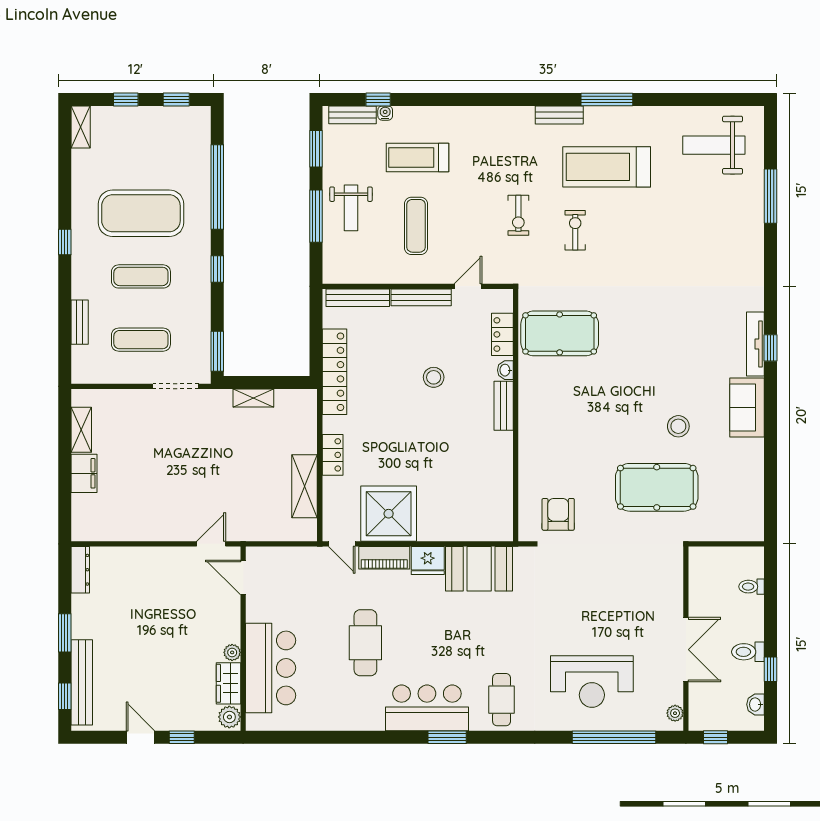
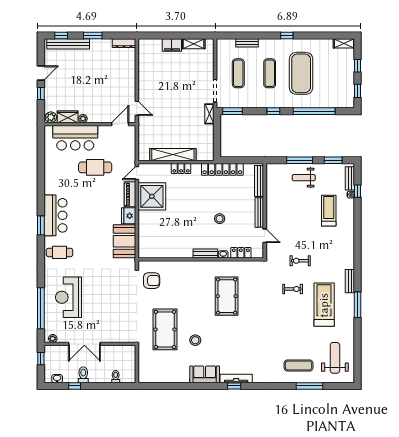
exercise mat: (416, 226) -> (299, 365), moved
pool table: (560, 333) -> (227, 296), moved
shelving: (253, 398) -> (209, 114), moved
shelving: (305, 486) -> (173, 155), width x1.47
cafe table: (365, 643) -> (95, 167), moved

